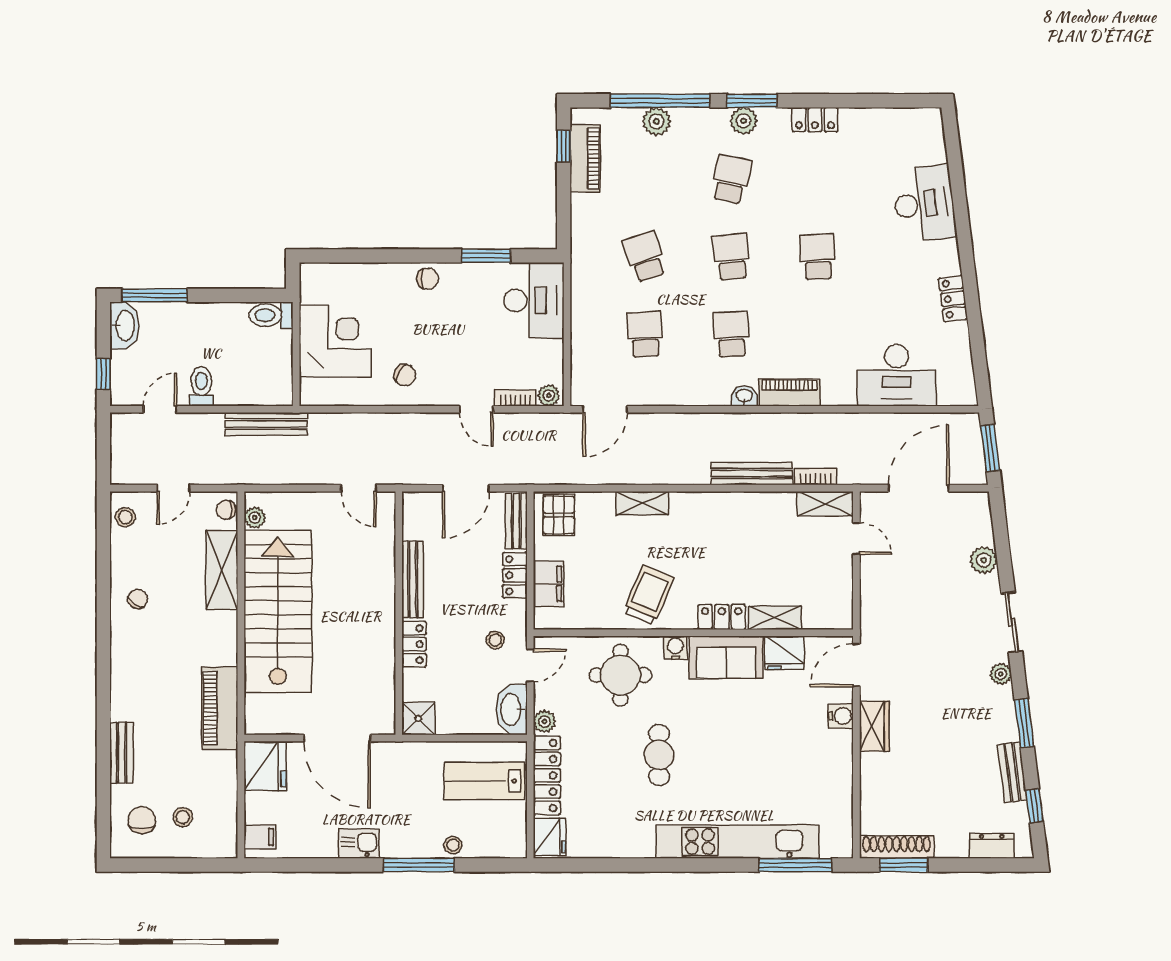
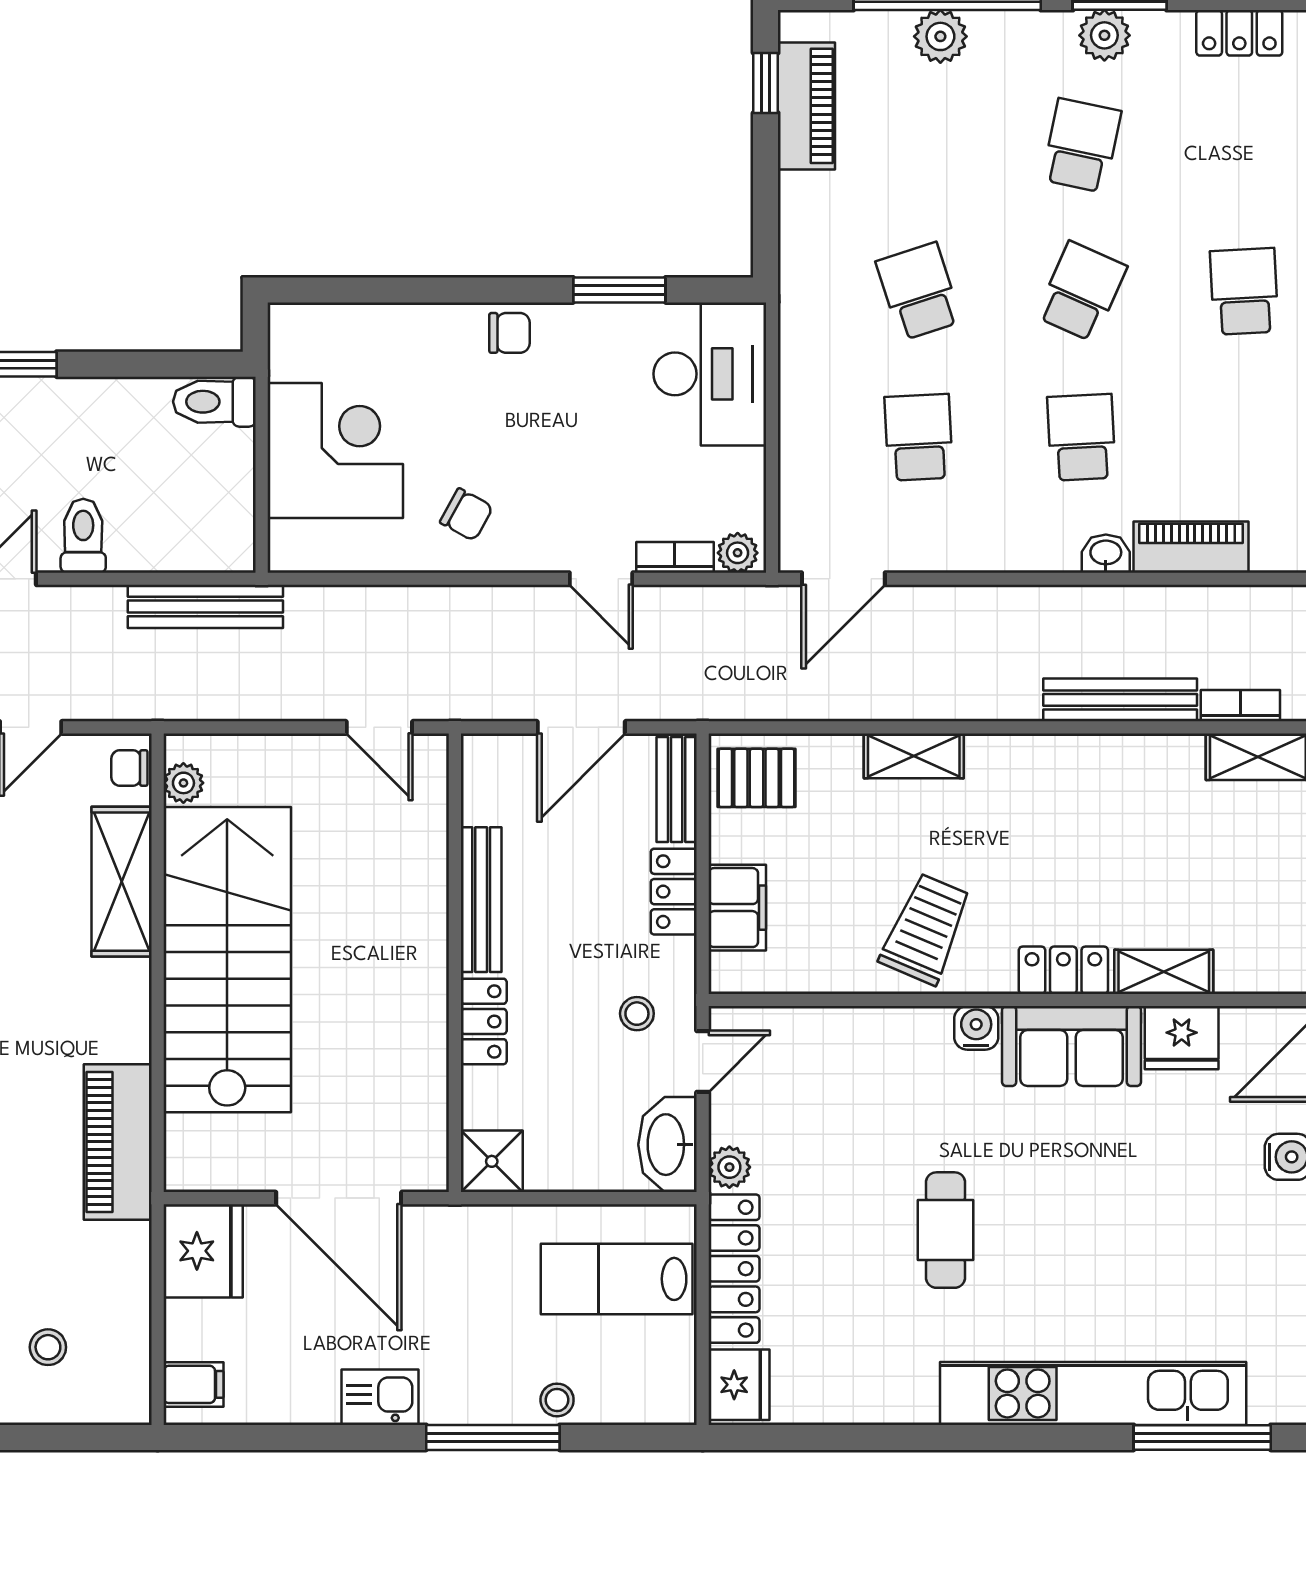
school desk: (731, 257) -> (1081, 291), turned 30
pallet: (559, 515) -> (756, 778), turned 90
round table: (620, 675) -> (873, 1080), removed

